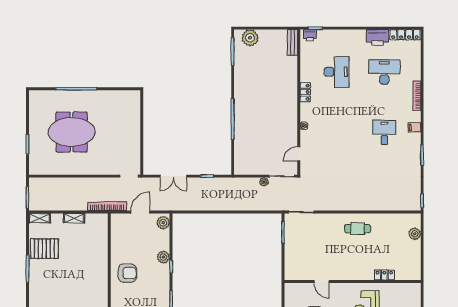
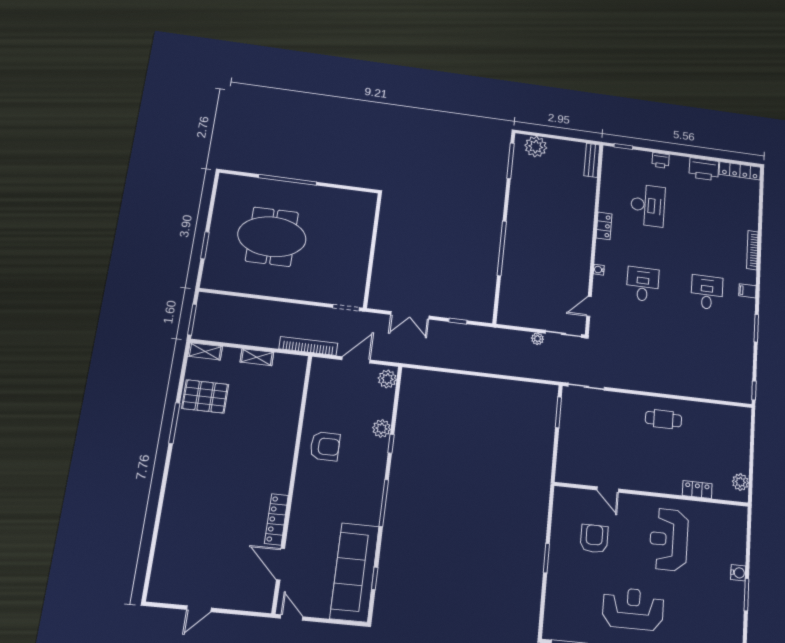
printer: (310, 35) -> (661, 160), moved
desk: (384, 72) -> (643, 284), moved, width x0.73
plant: (415, 234) -> (740, 482), moved

